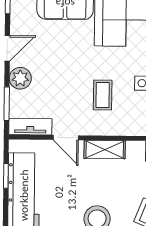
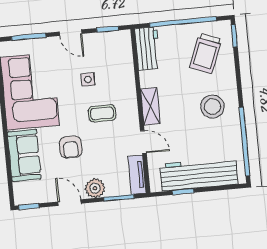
armchair: (69, 56) -> (71, 147), added
door: (66, 138) -> (143, 142), hinge flipped

